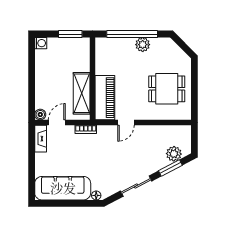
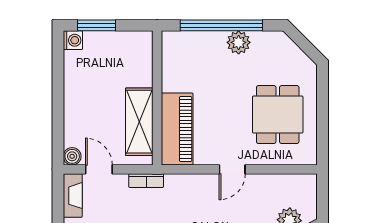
window: (70, 34) -> (97, 25), moved
dining table: (167, 89) -> (278, 115), turned 90
door: (57, 123) -> (99, 169), hinge flipped
door: (126, 123) -> (232, 169), moved

